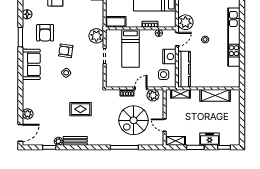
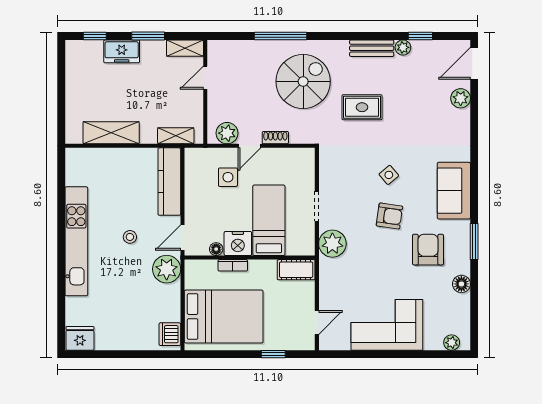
nightstand: (169, 57) -> (238, 243), moved, turned -90
side table: (164, 75) -> (228, 177), moved
spiral stairs: (134, 120) -> (303, 81), moved
door: (165, 125) -> (205, 78), swing flipped

